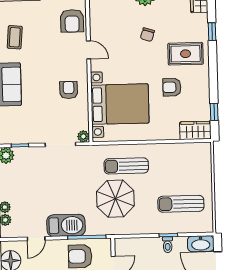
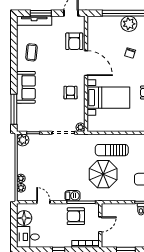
door: (89, 50) -> (86, 63), width x1.87
bed with nightstands: (120, 104) -> (108, 98), width x0.73
barbecue: (66, 225) -> (72, 196), width x0.53, depth x0.65
door: (36, 239) -> (43, 202), swing flipped

